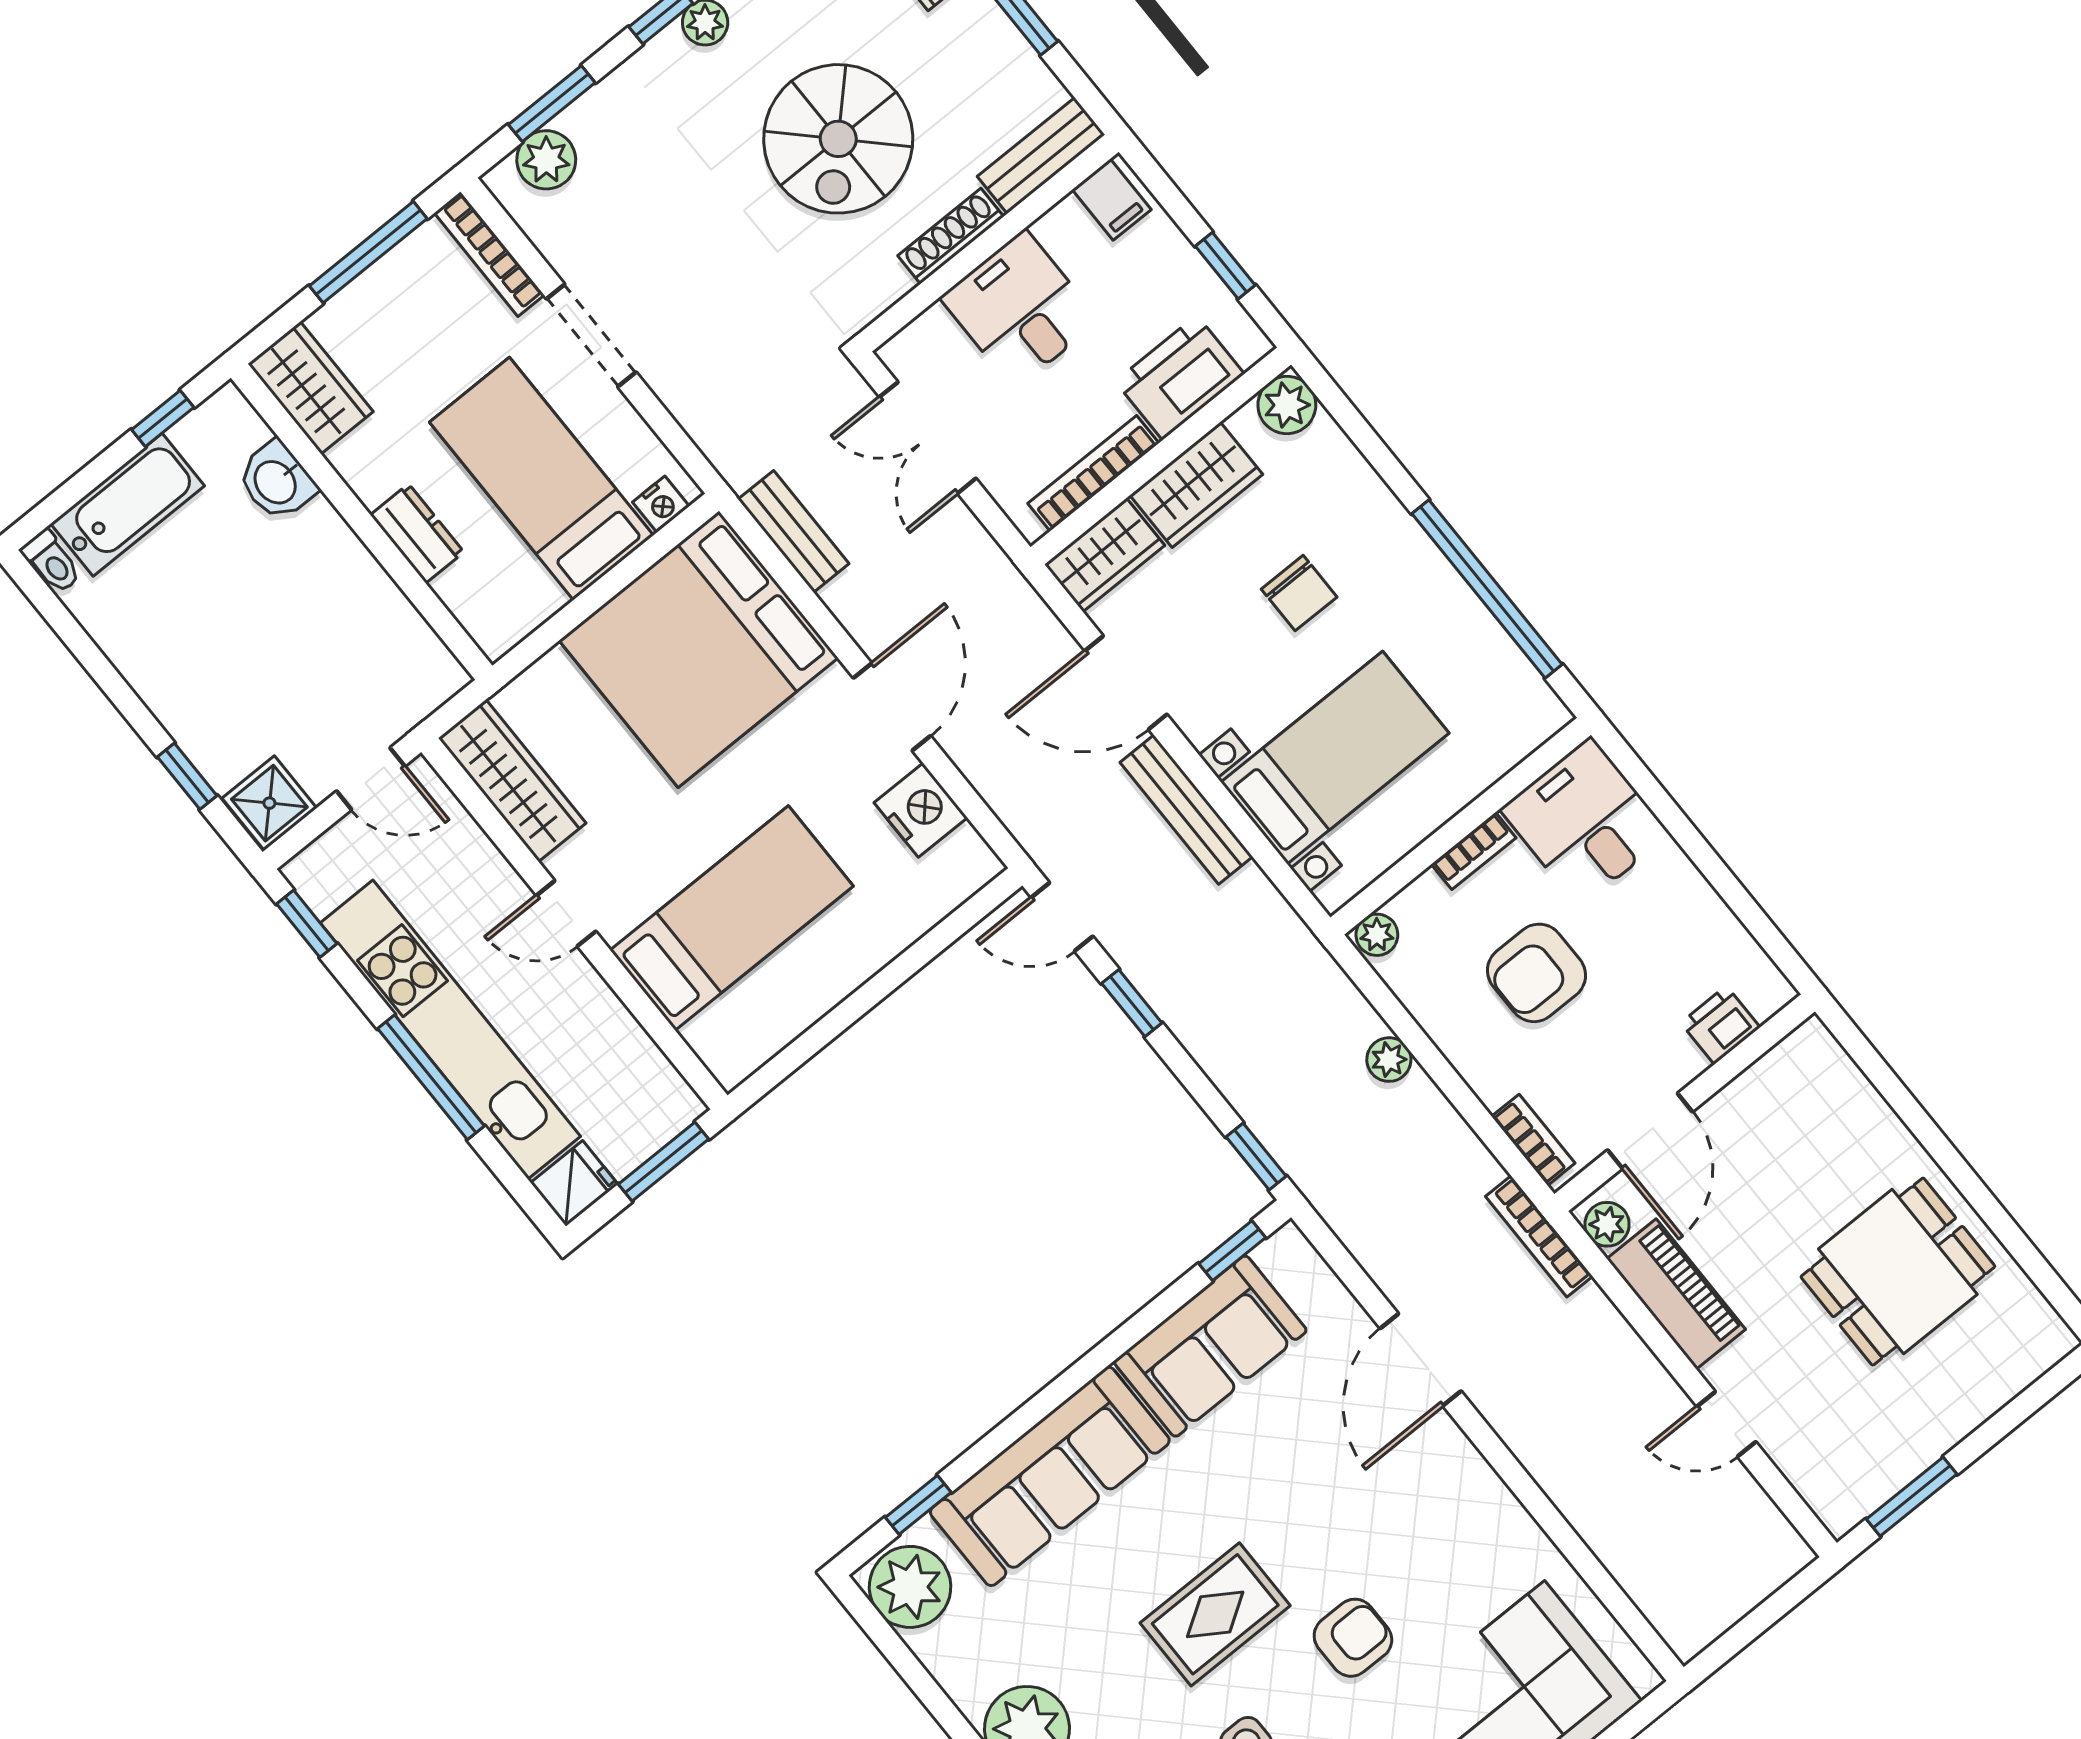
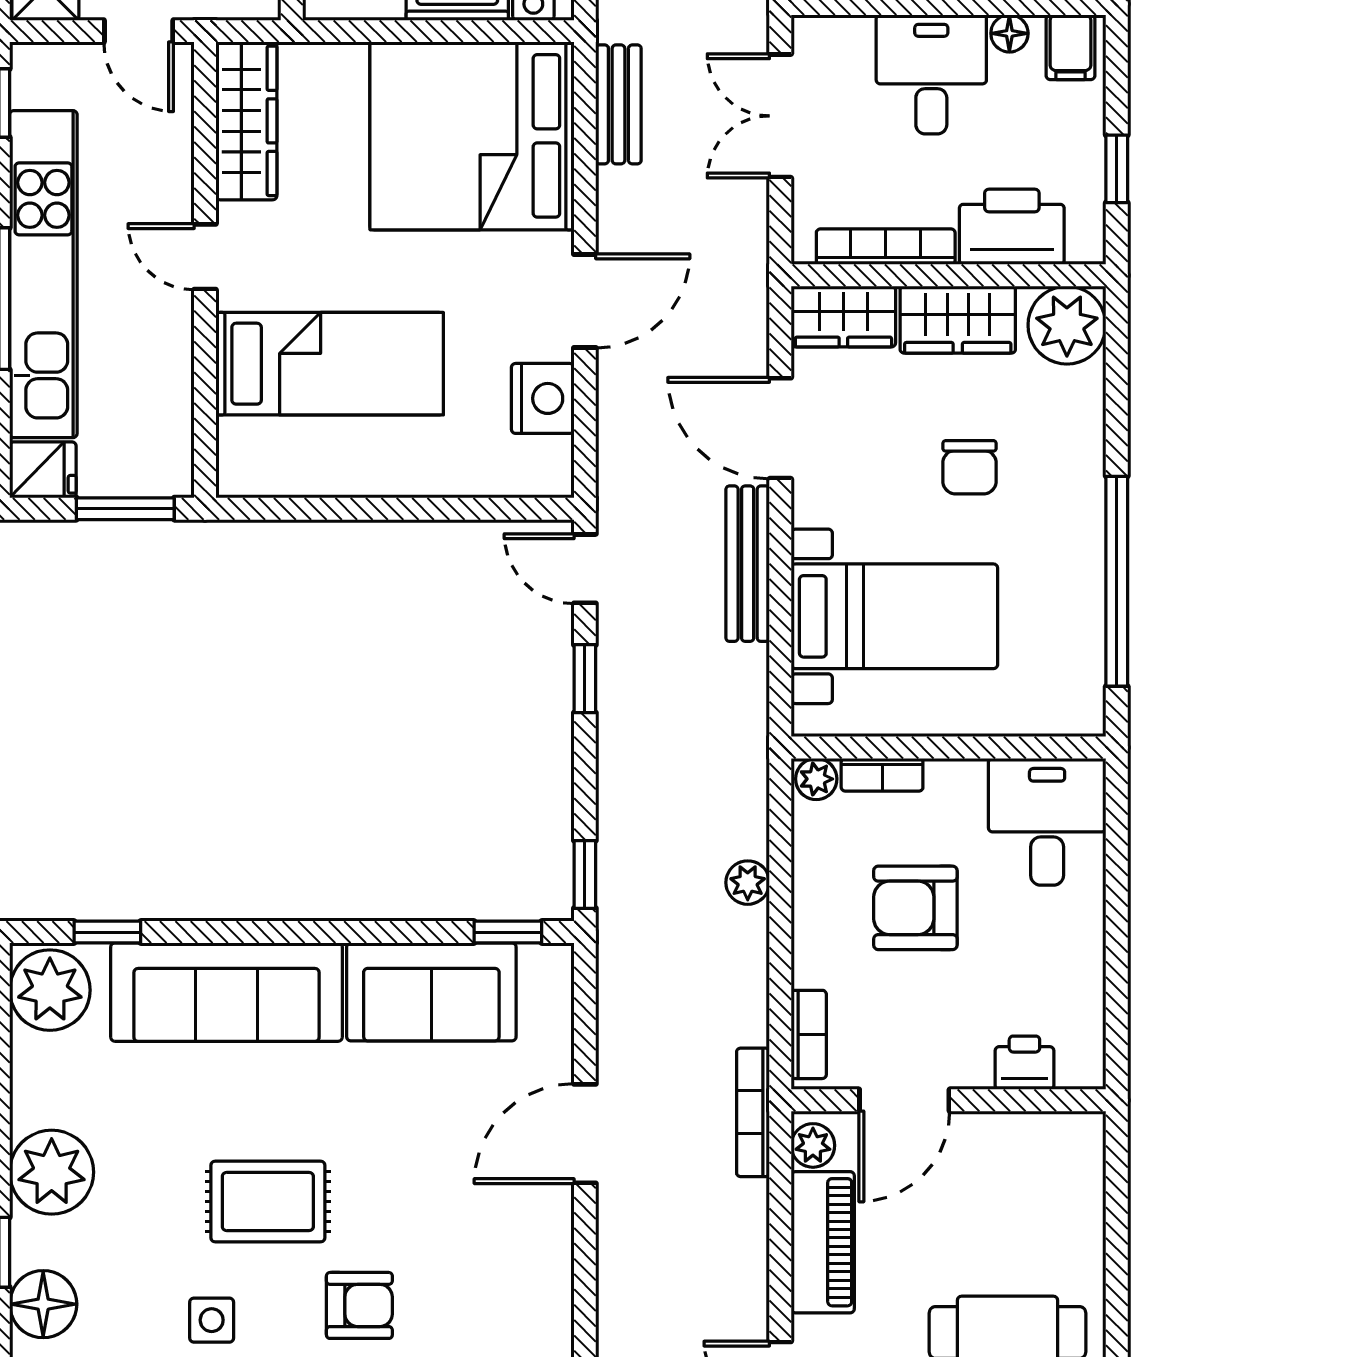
floor lamp: (1055, 228) -> (1009, 33), added
plant: (1287, 405) -> (1067, 325), width x1.36, depth x1.36
bookcase: (1474, 851) -> (882, 775), moved

